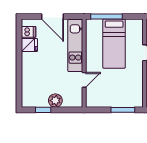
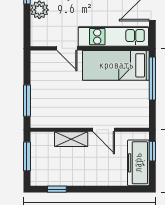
bed: (114, 44) -> (116, 65), moved

